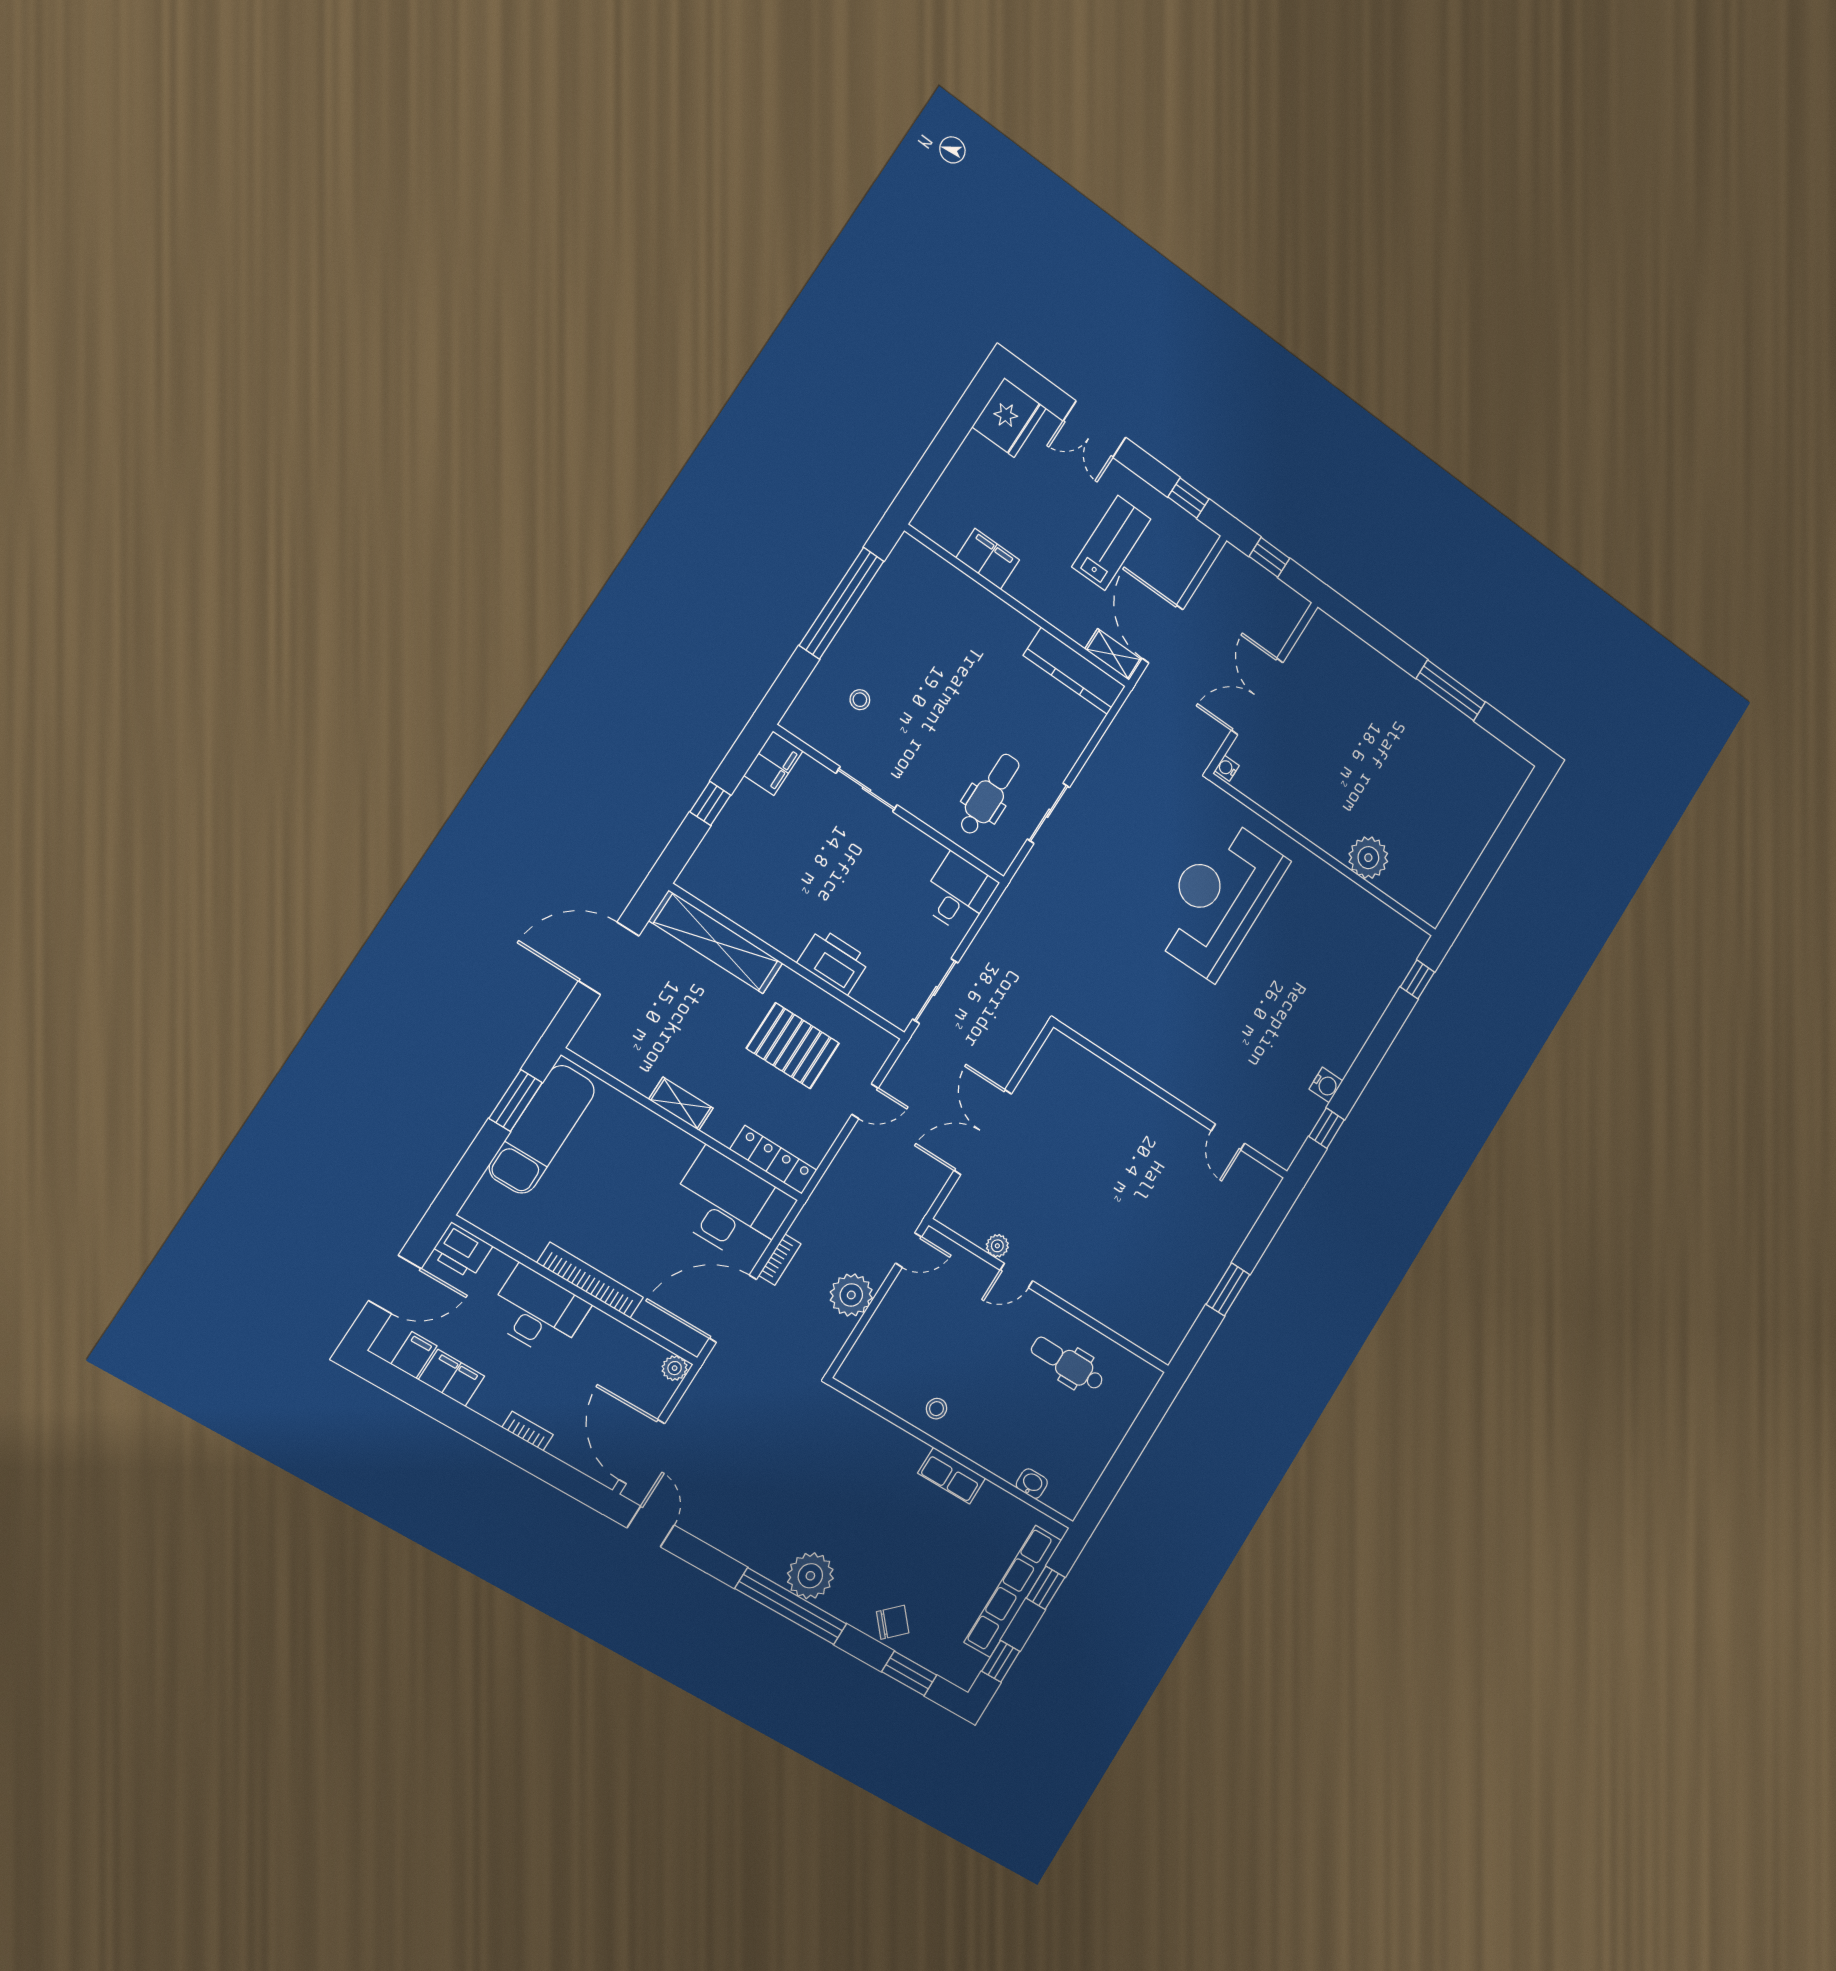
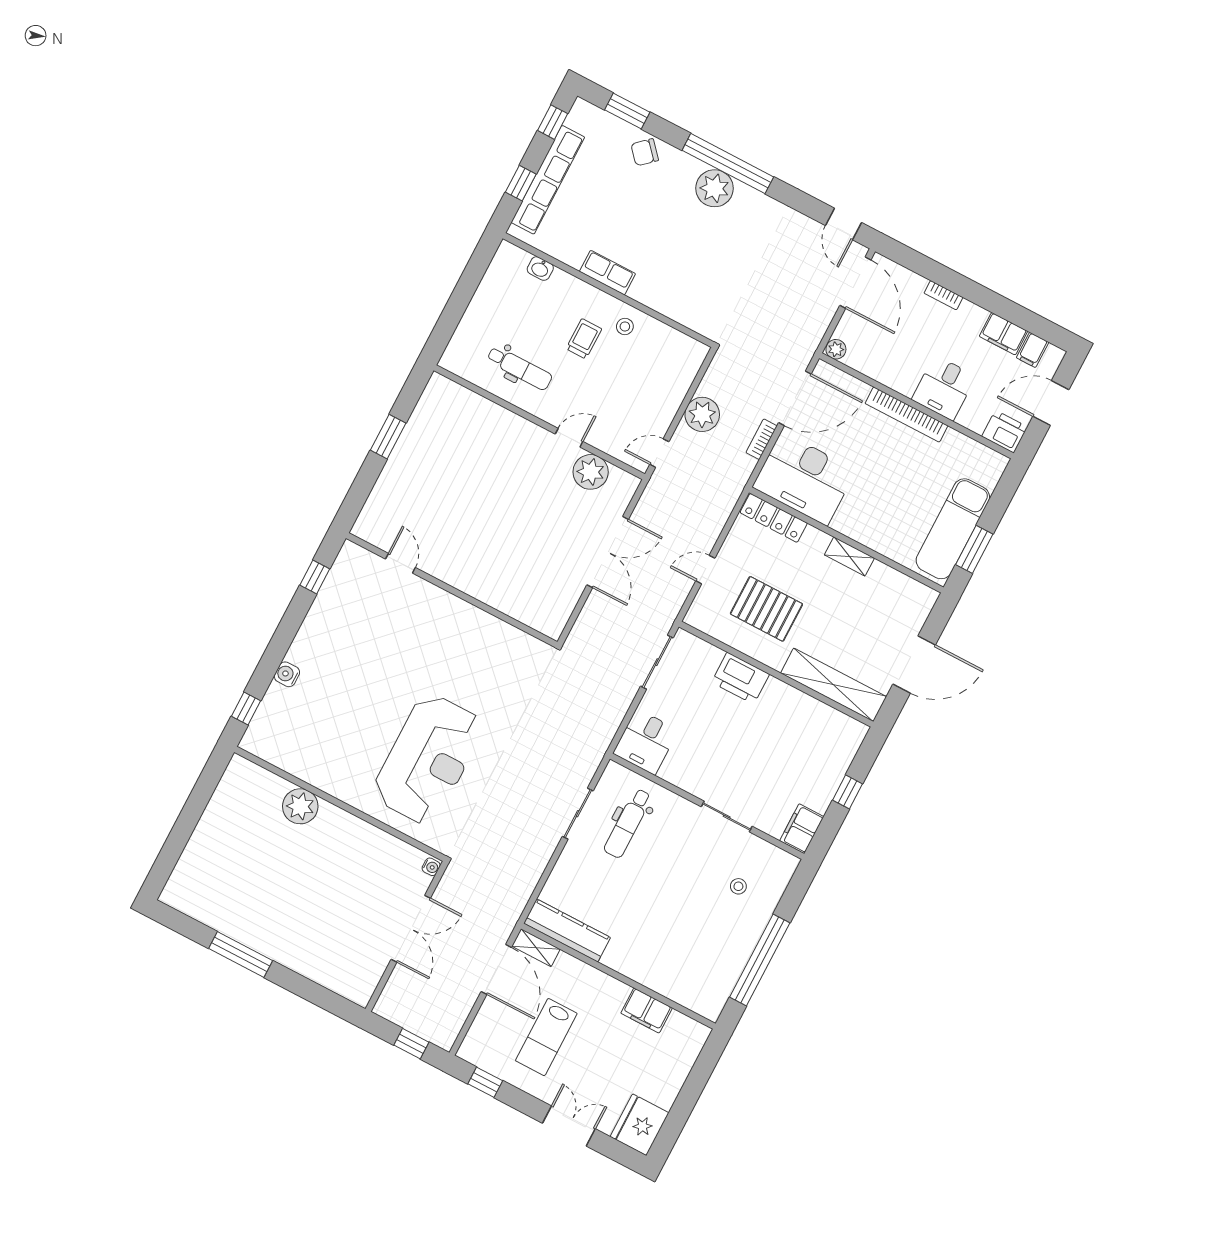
water cooler: (1326, 1085) -> (287, 674), moved
plant: (997, 1246) -> (591, 472), width x1.88, depth x1.88
desk: (538, 1312) -> (944, 388), width x0.73
trolley: (987, 1396) -> (584, 339), added

